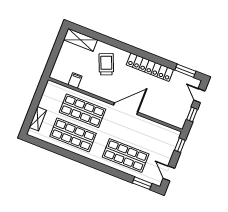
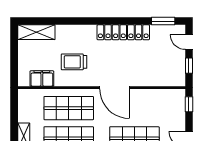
trolley: (106, 64) -> (74, 62), moved, turned -68
filing cabinet: (75, 80) -> (42, 79), width x2.00
door: (126, 109) -> (115, 88), swing flipped

